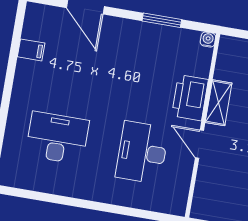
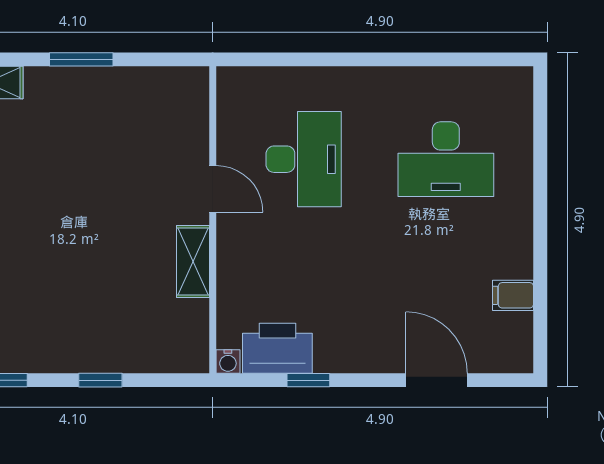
window: (162, 20) -> (308, 380), width x0.67
printer: (190, 98) -> (277, 348), moved, turned -90

